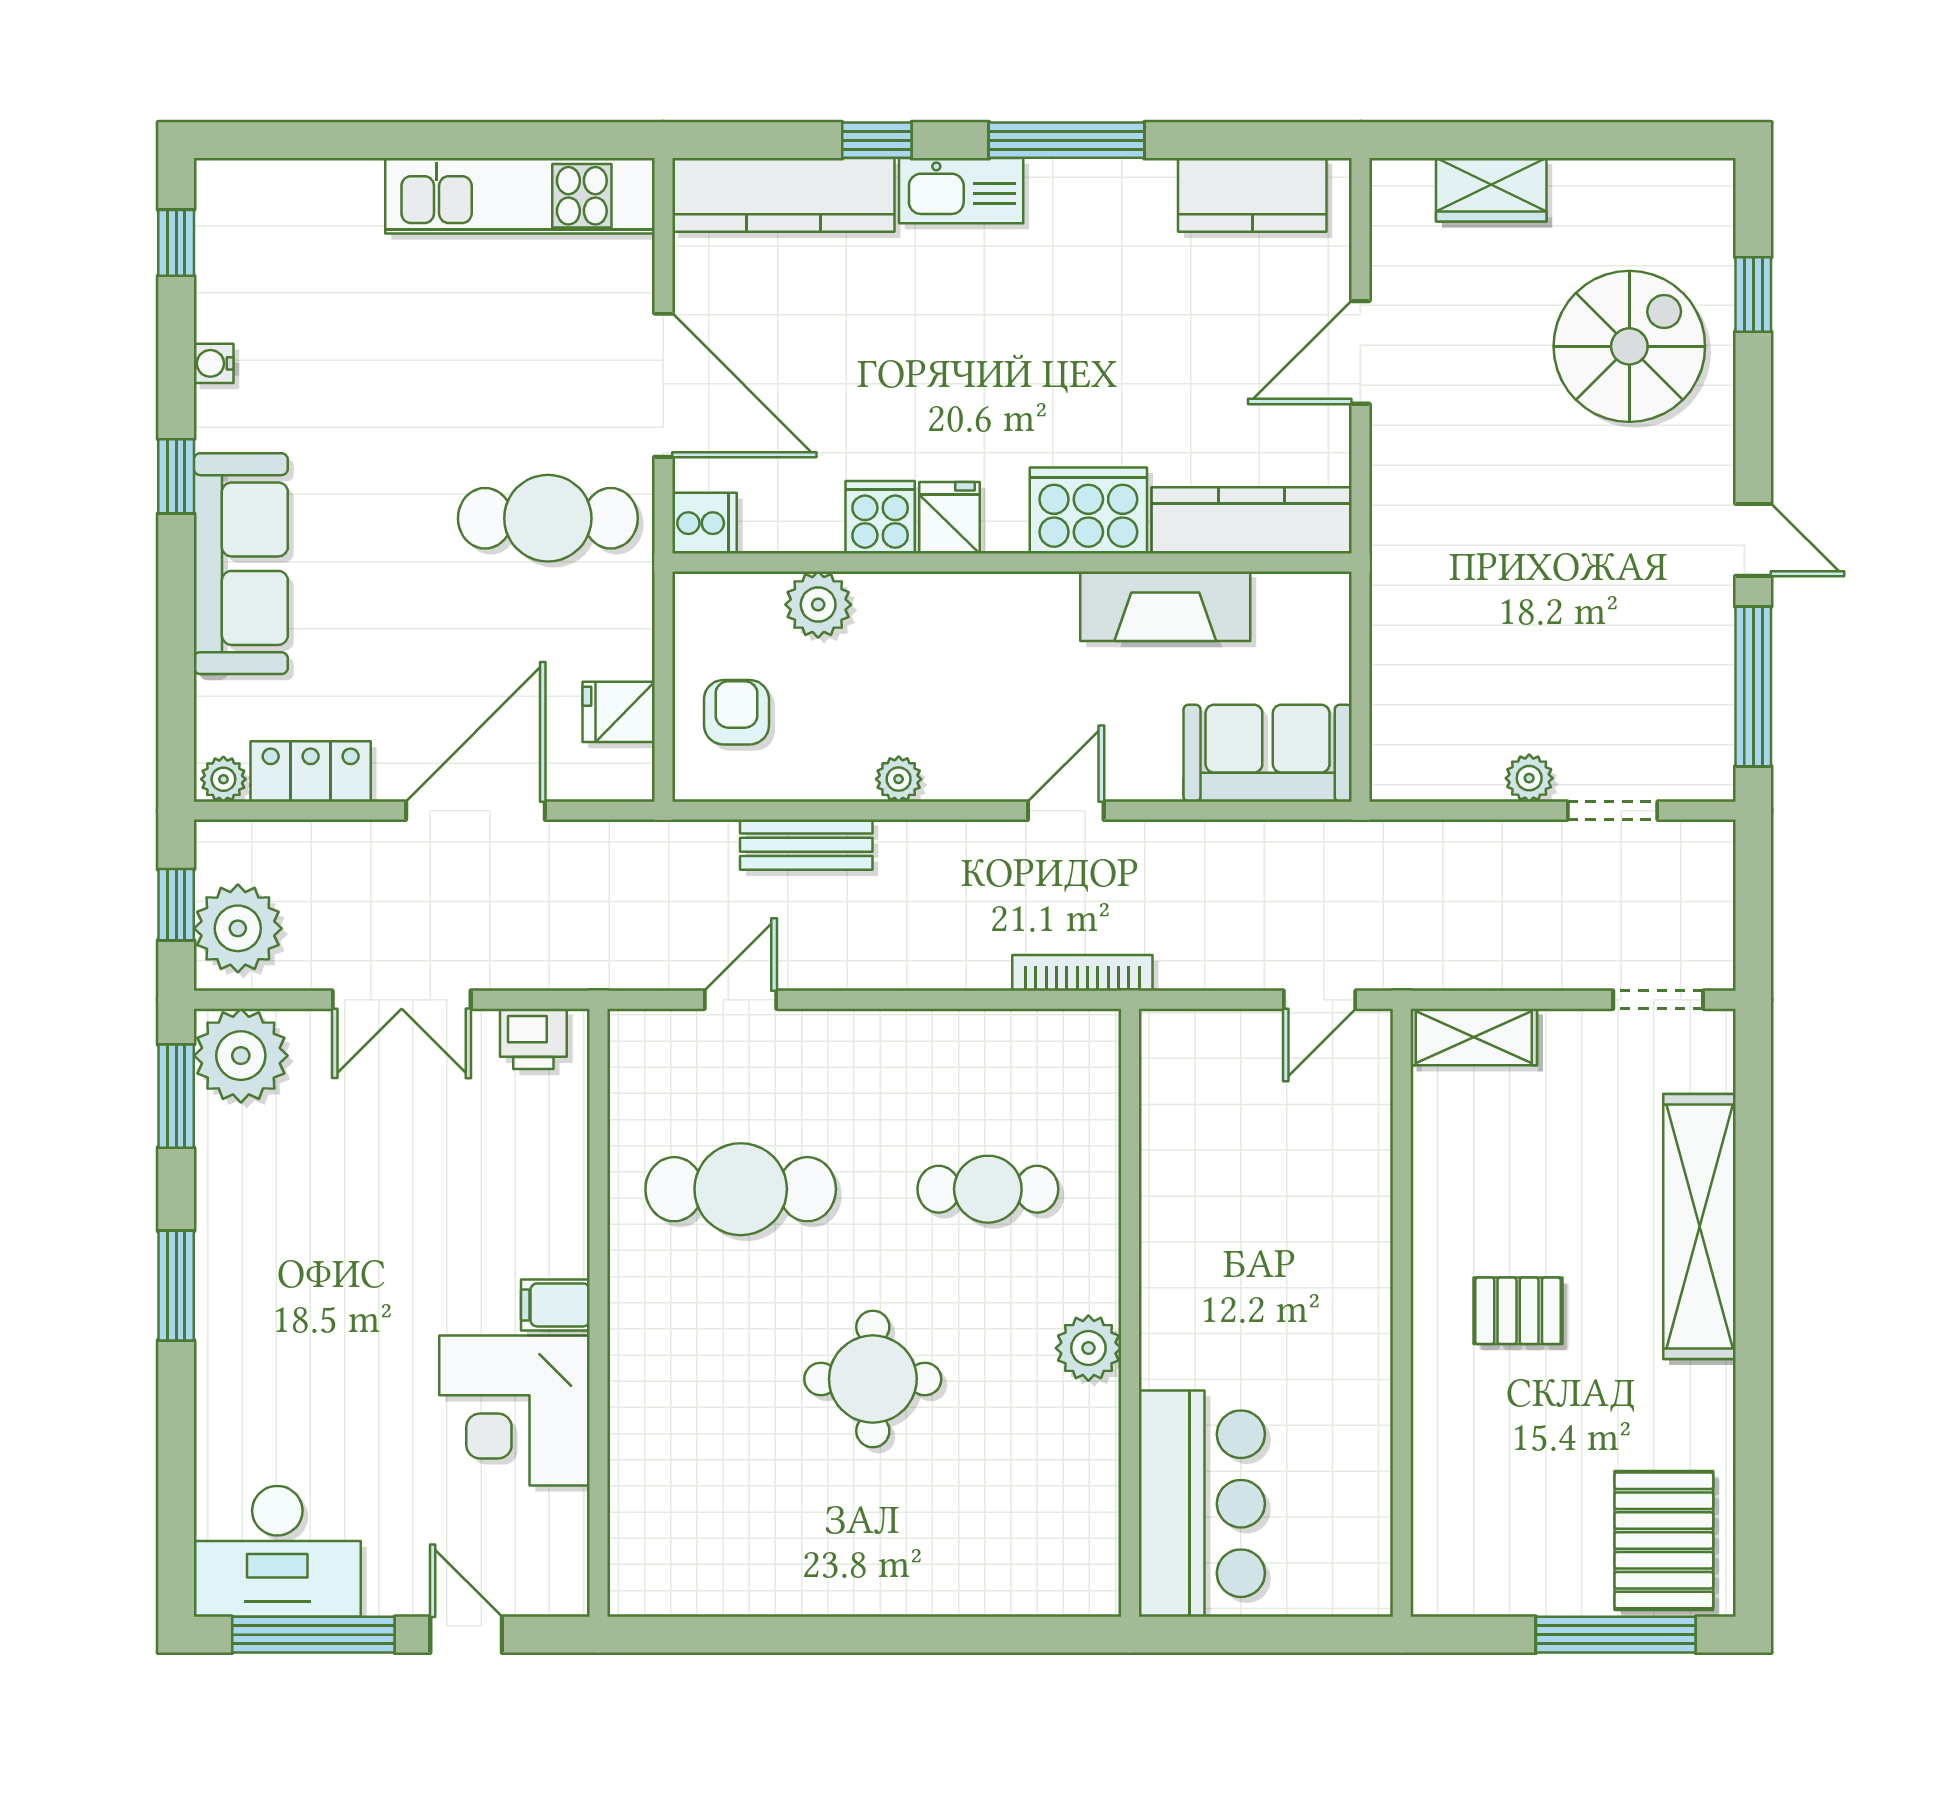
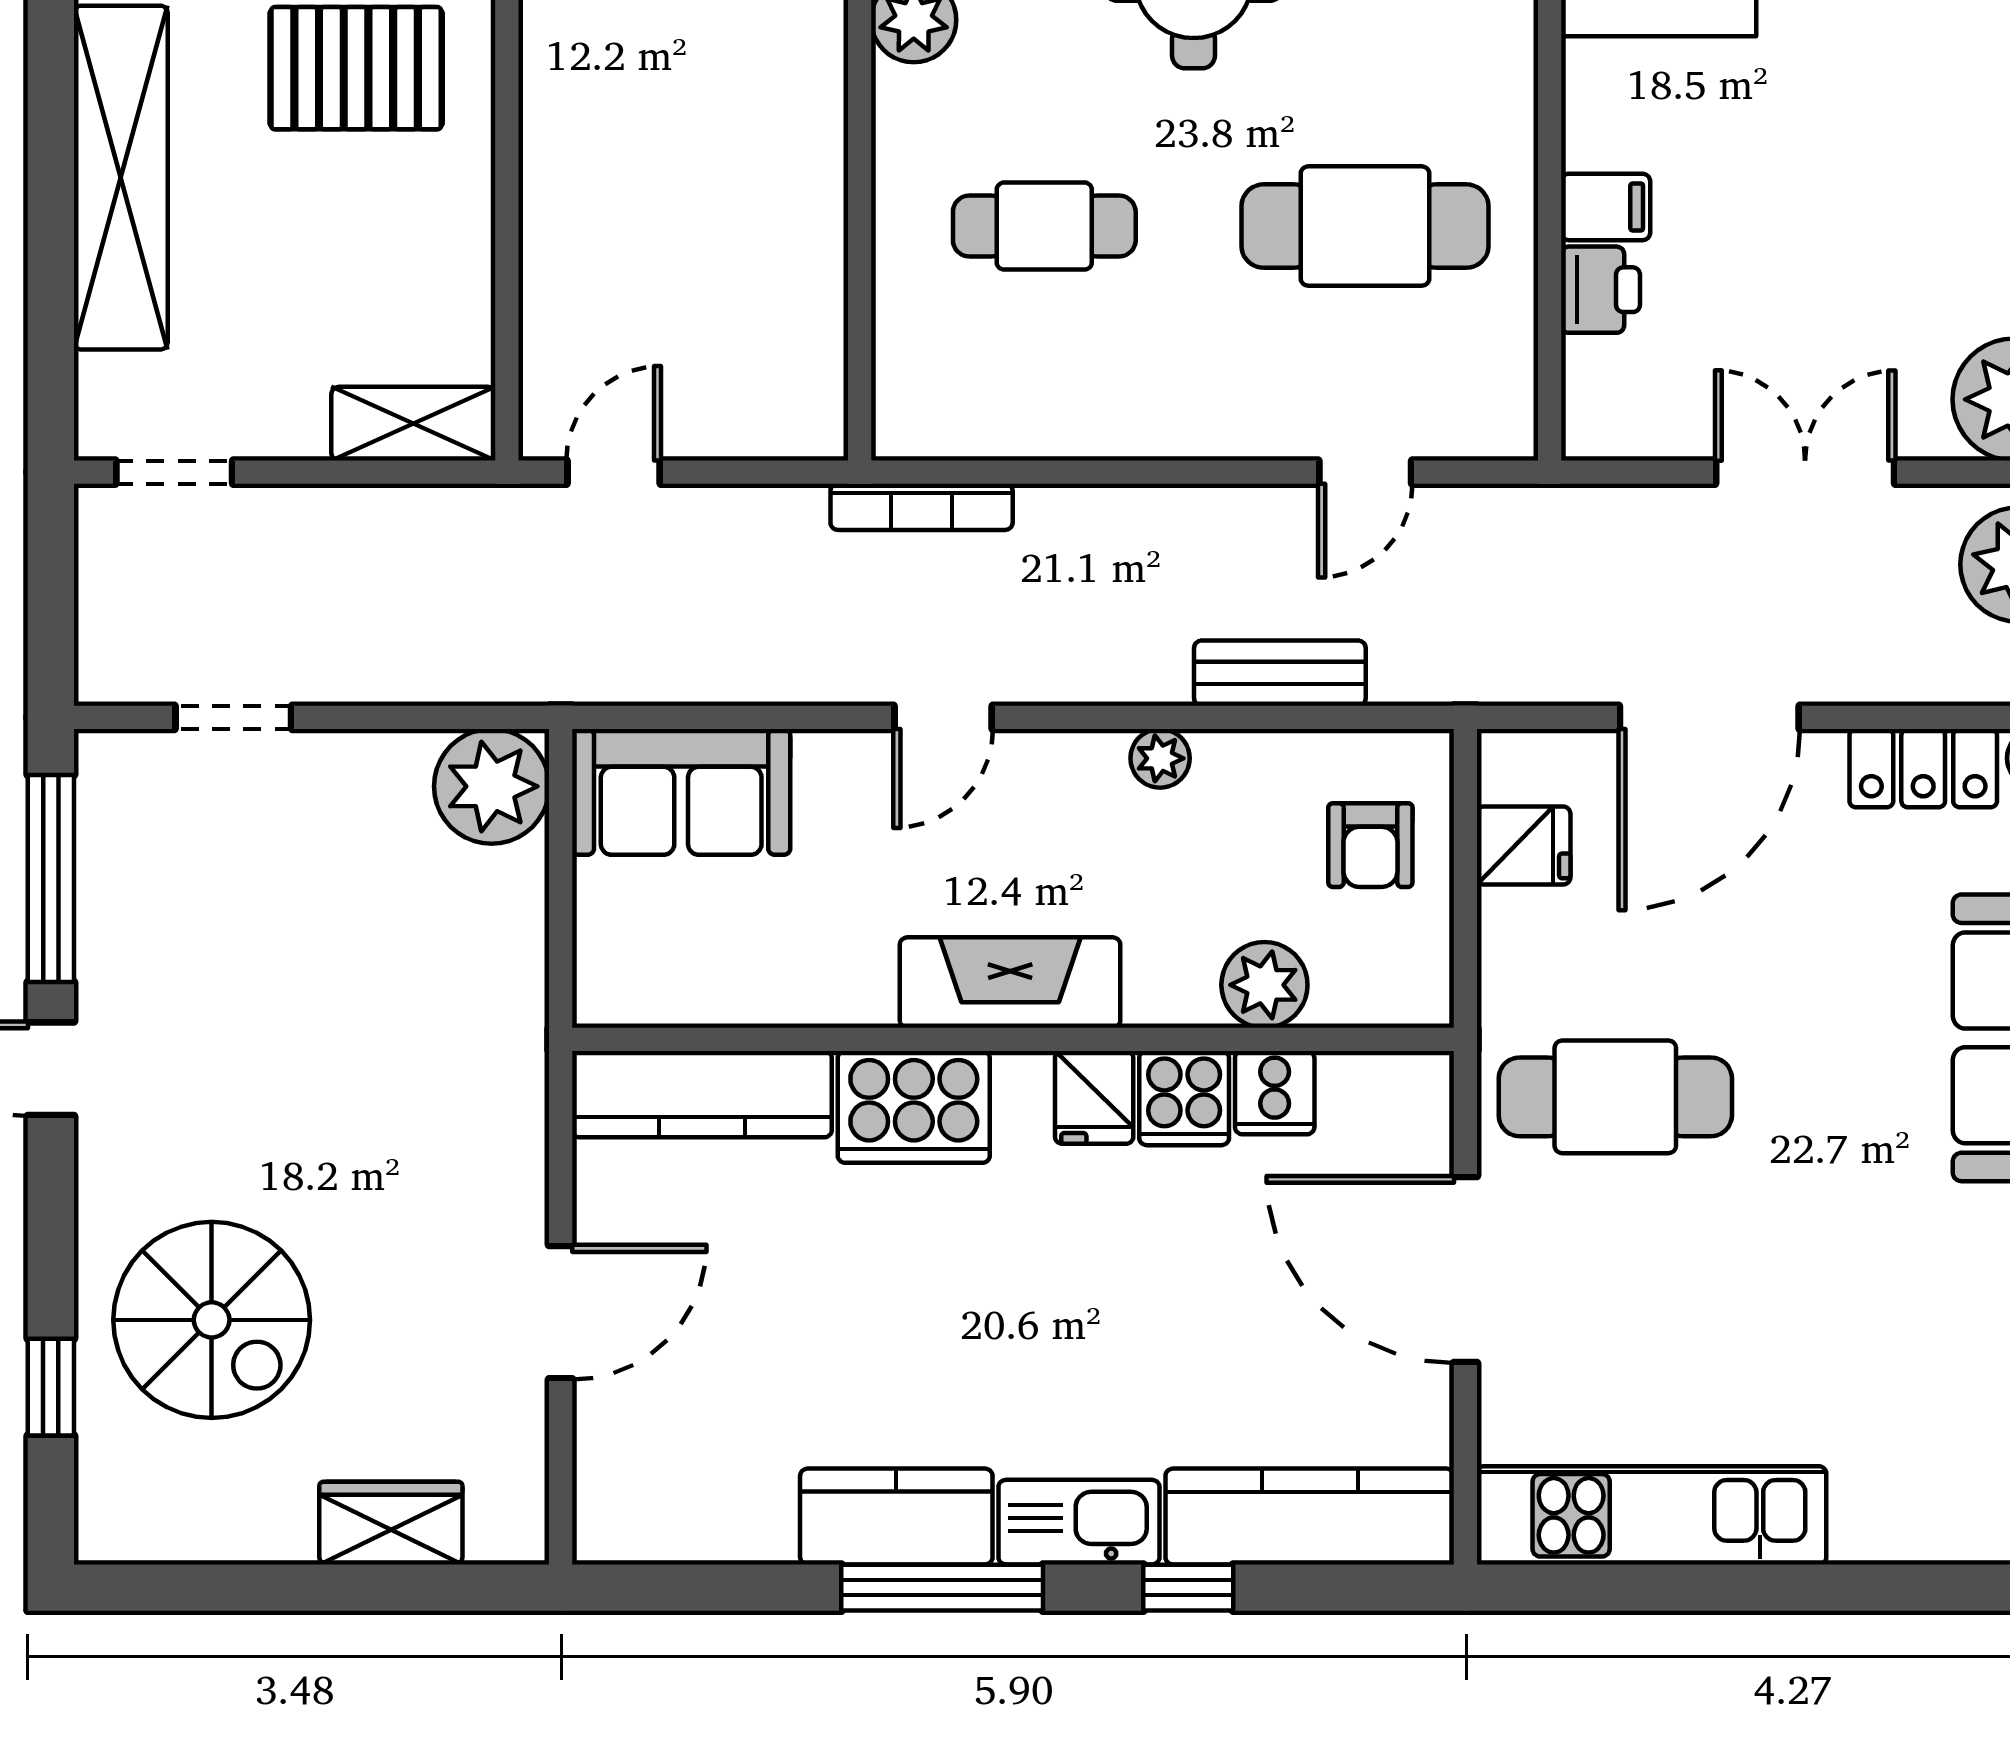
kitchen counter: (1252, 195) -> (896, 1516), moved
spiral stairs: (1629, 346) -> (212, 1320), turned -90
cooker: (704, 523) -> (1275, 1093), moved, turned -90
fireplace: (1165, 606) -> (1010, 983), moved
plant: (1529, 778) -> (492, 786), moved, width x1.88, depth x1.88
printer: (533, 1039) -> (1600, 290), moved, turned 90
filing cabinet: (555, 1305) -> (1606, 207), moved
pallet: (1518, 1311) -> (356, 68), width x1.50, depth x1.42

